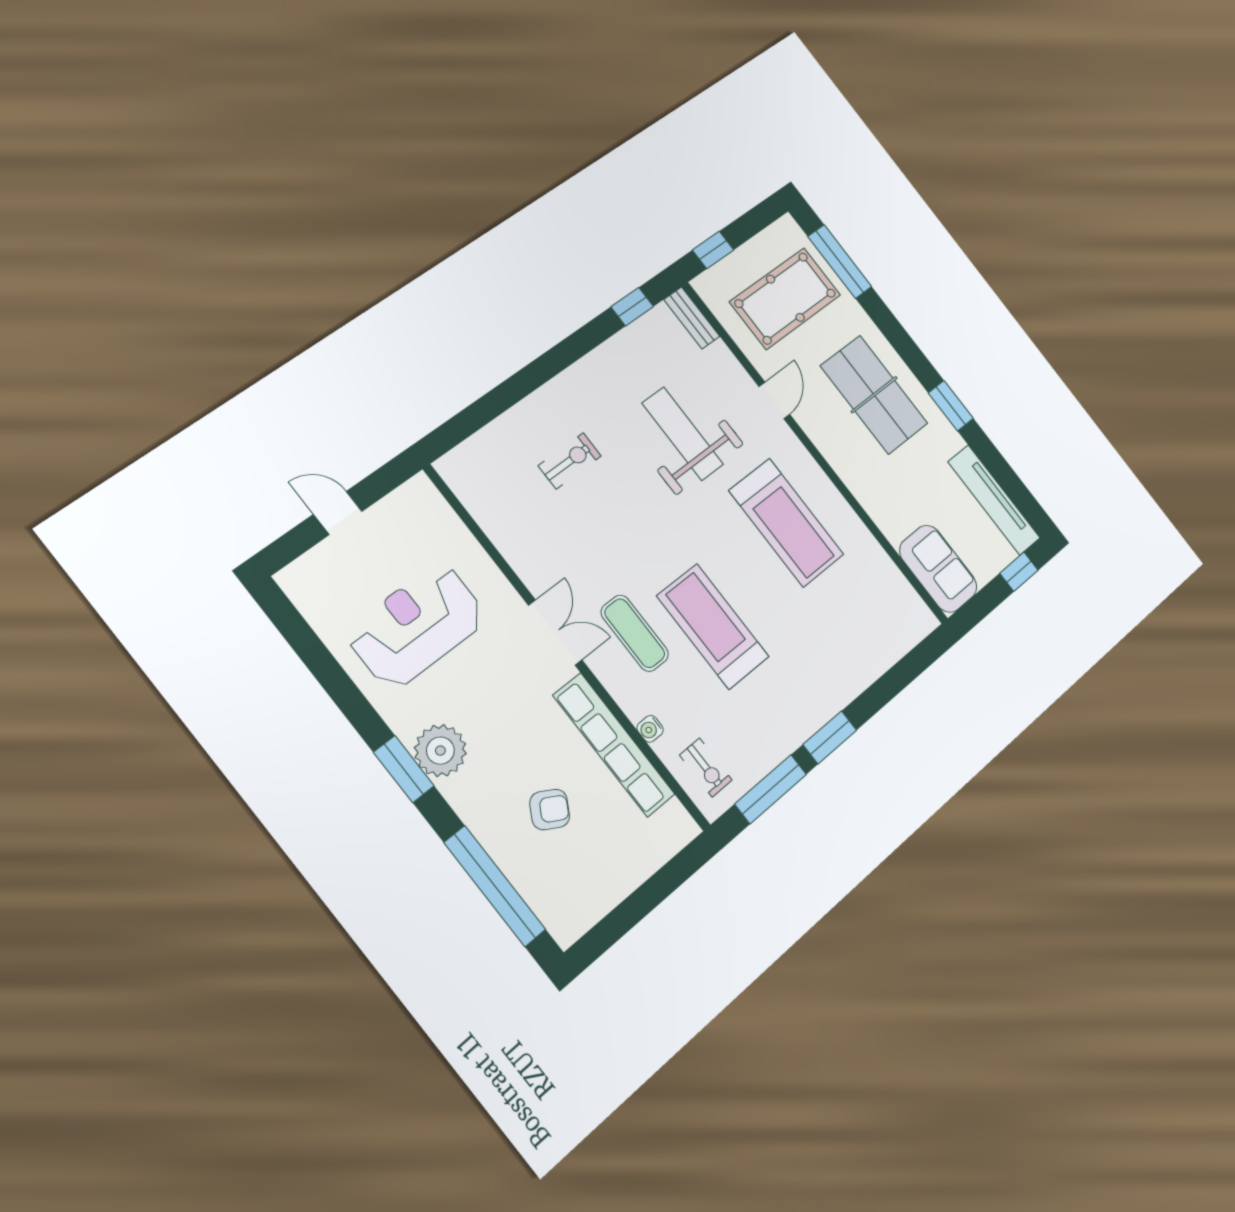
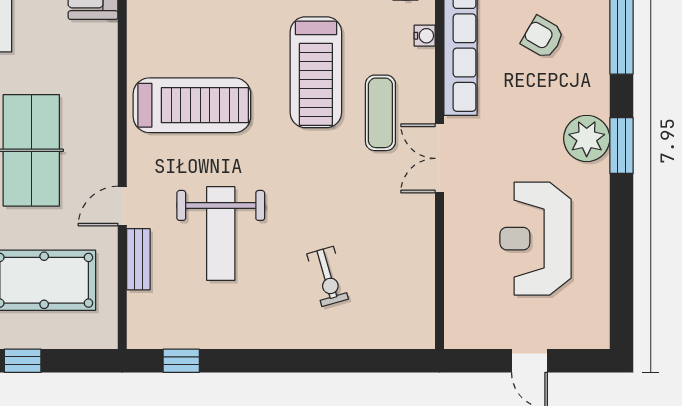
window: (713, 250) -> (23, 361), moved
bench: (692, 318) -> (138, 259), moved
exercise bike: (570, 461) -> (328, 276), turned -106
treadmill: (786, 523) -> (192, 105), turned 90
reception desk: (417, 626) -> (536, 239), turned 90

